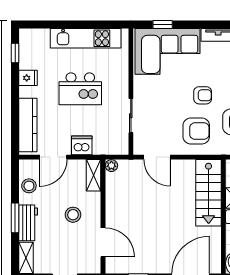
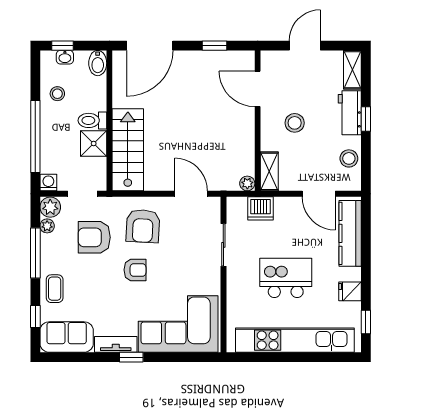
window: (163, 24) -> (131, 357), moved
kitchen unit: (86, 38) -> (295, 340), width x1.36
armchair: (203, 95) -> (135, 270), turned 180
armchair: (196, 131) -> (143, 226), turned -87
dishwasher: (82, 145) -> (260, 208), moved
door: (53, 157) -> (319, 194), swing flipped
window: (15, 218) -> (366, 119), width x0.67

